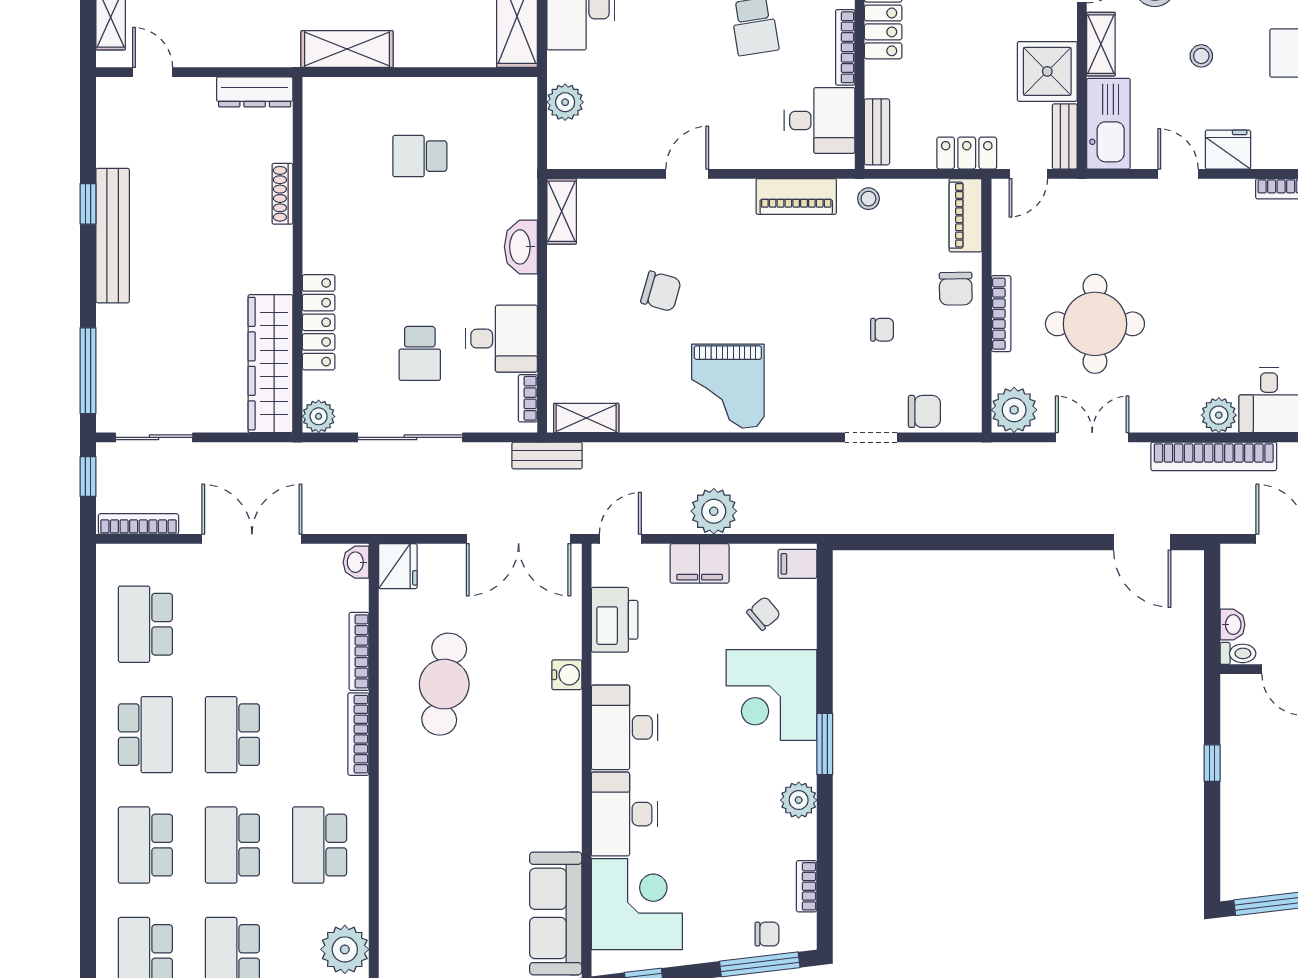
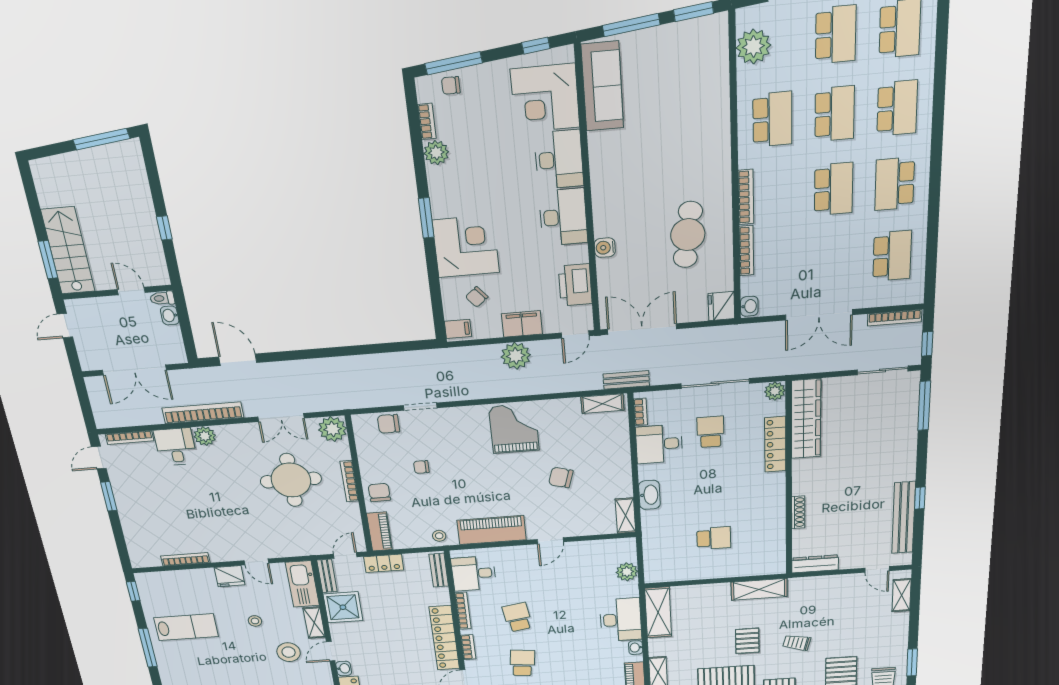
piano: (796, 196) -> (492, 530), width x1.37, depth x1.33
bench: (113, 236) -> (904, 518), moved
plant: (799, 800) -> (436, 153), moved

